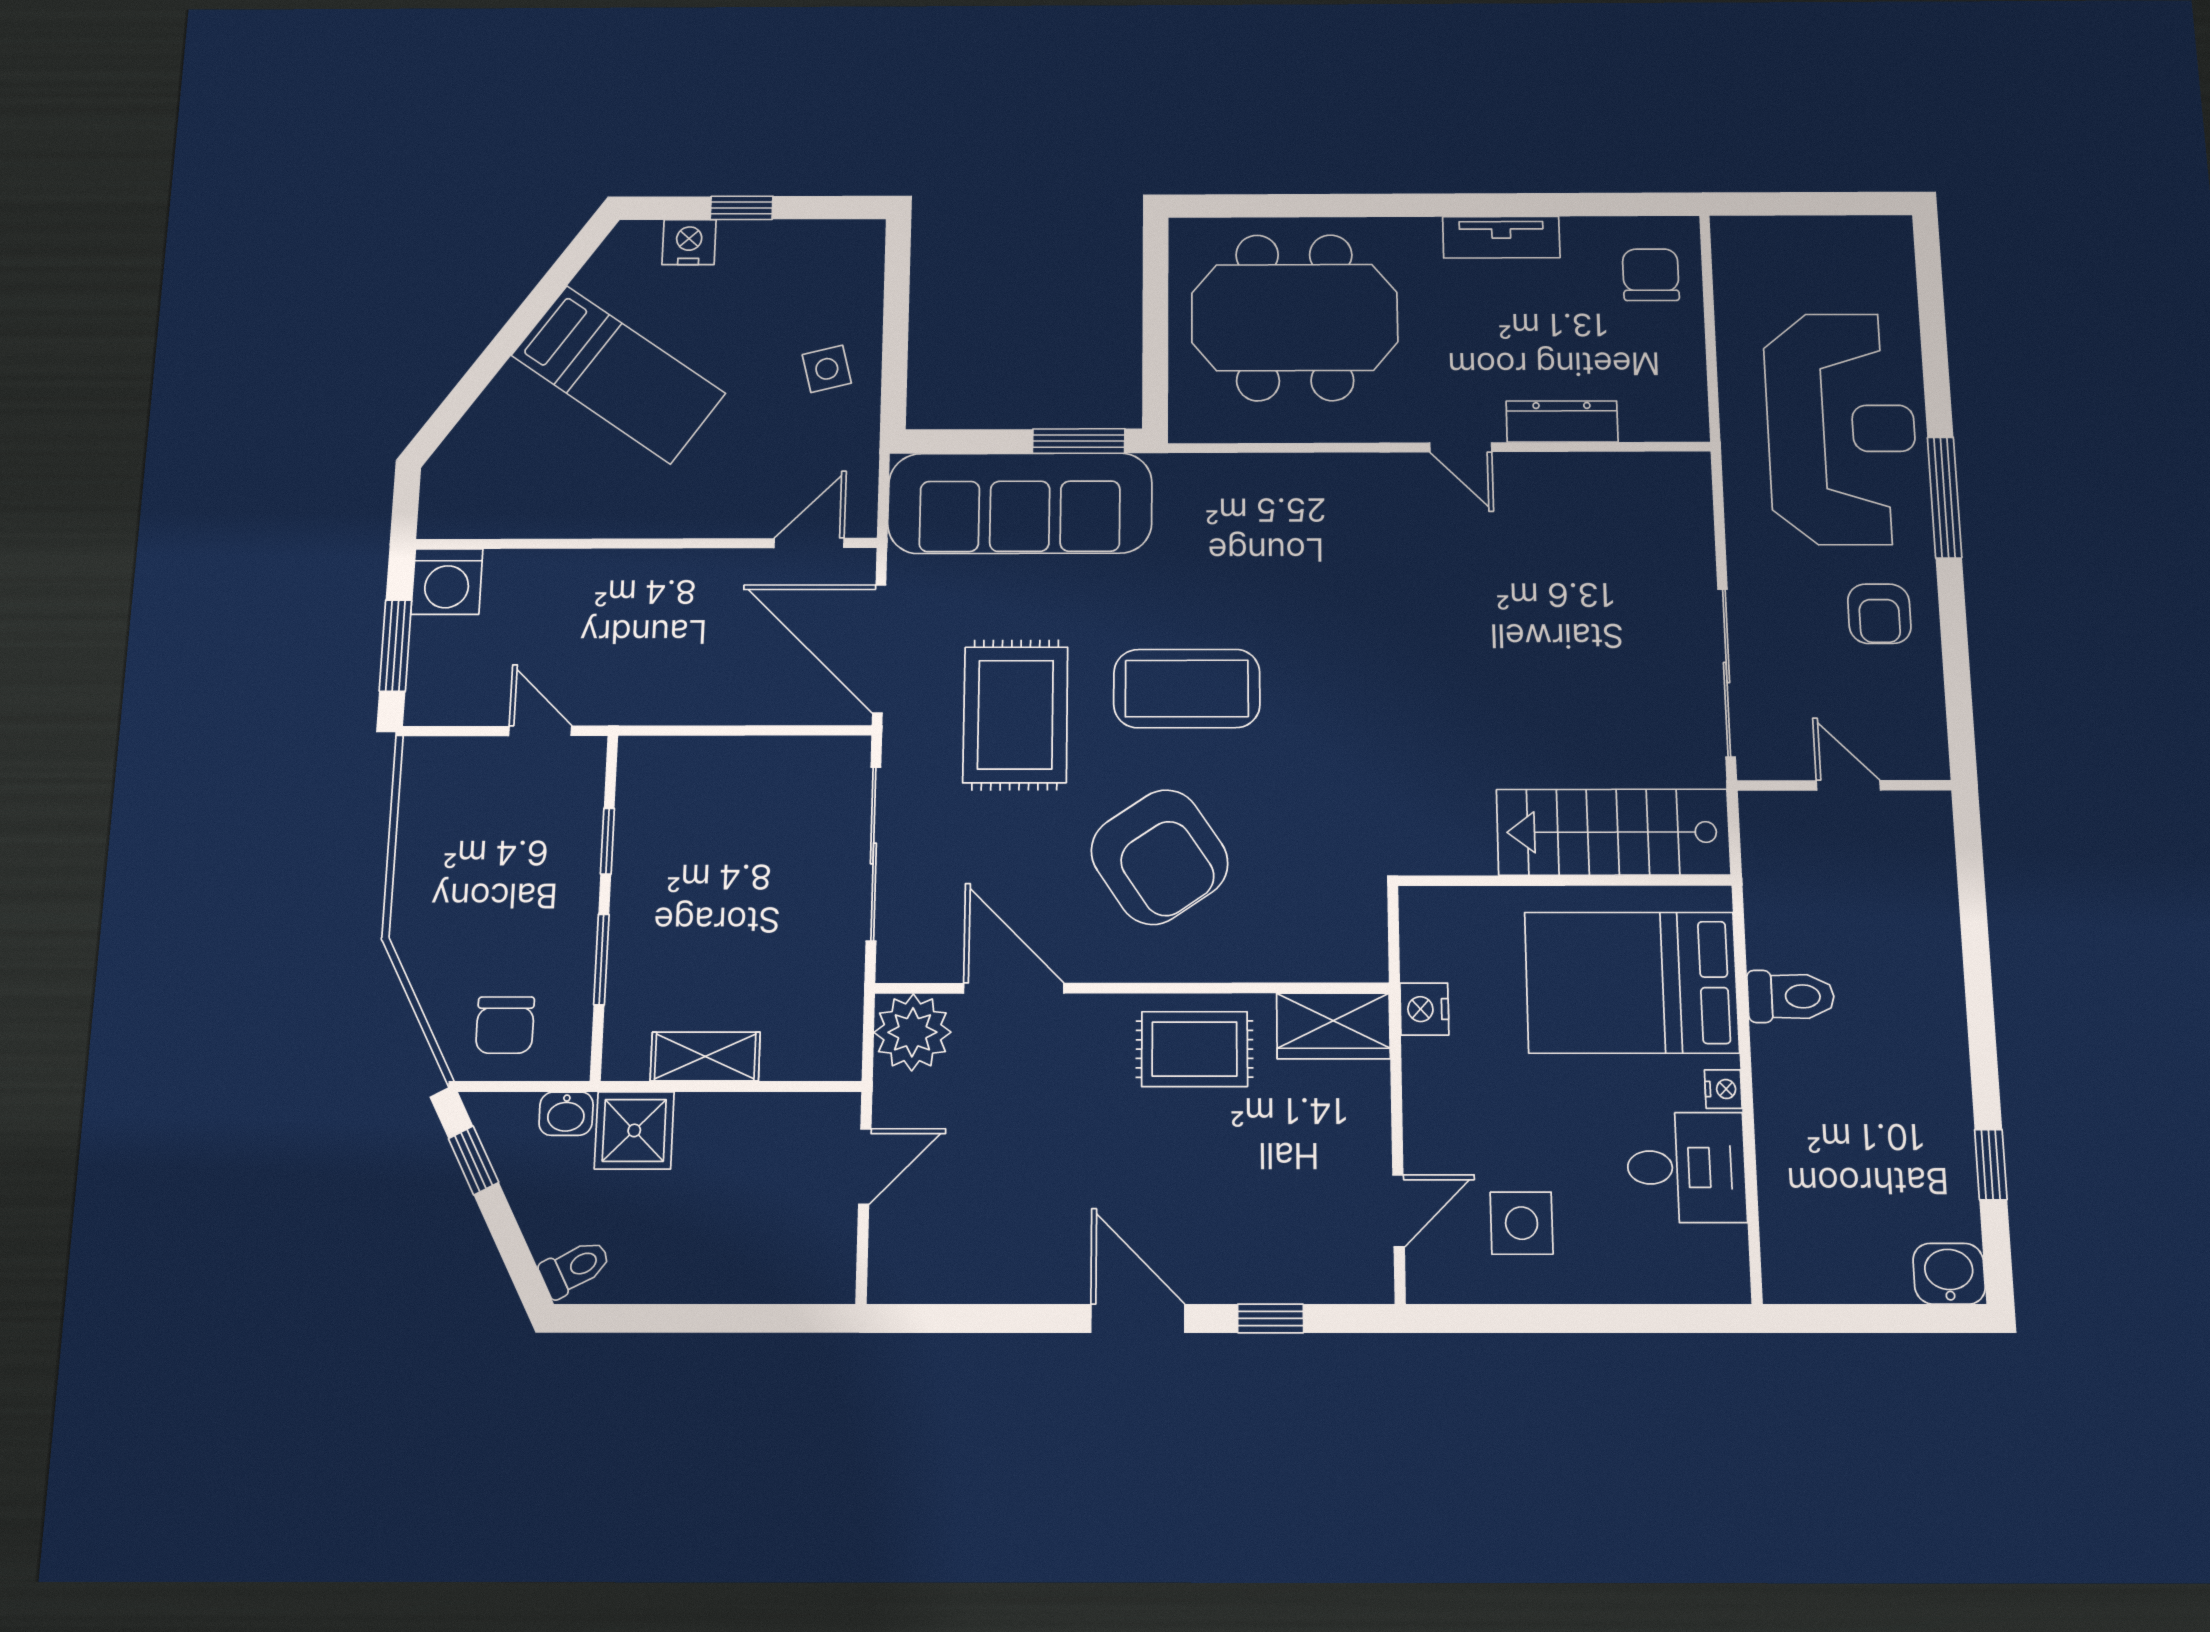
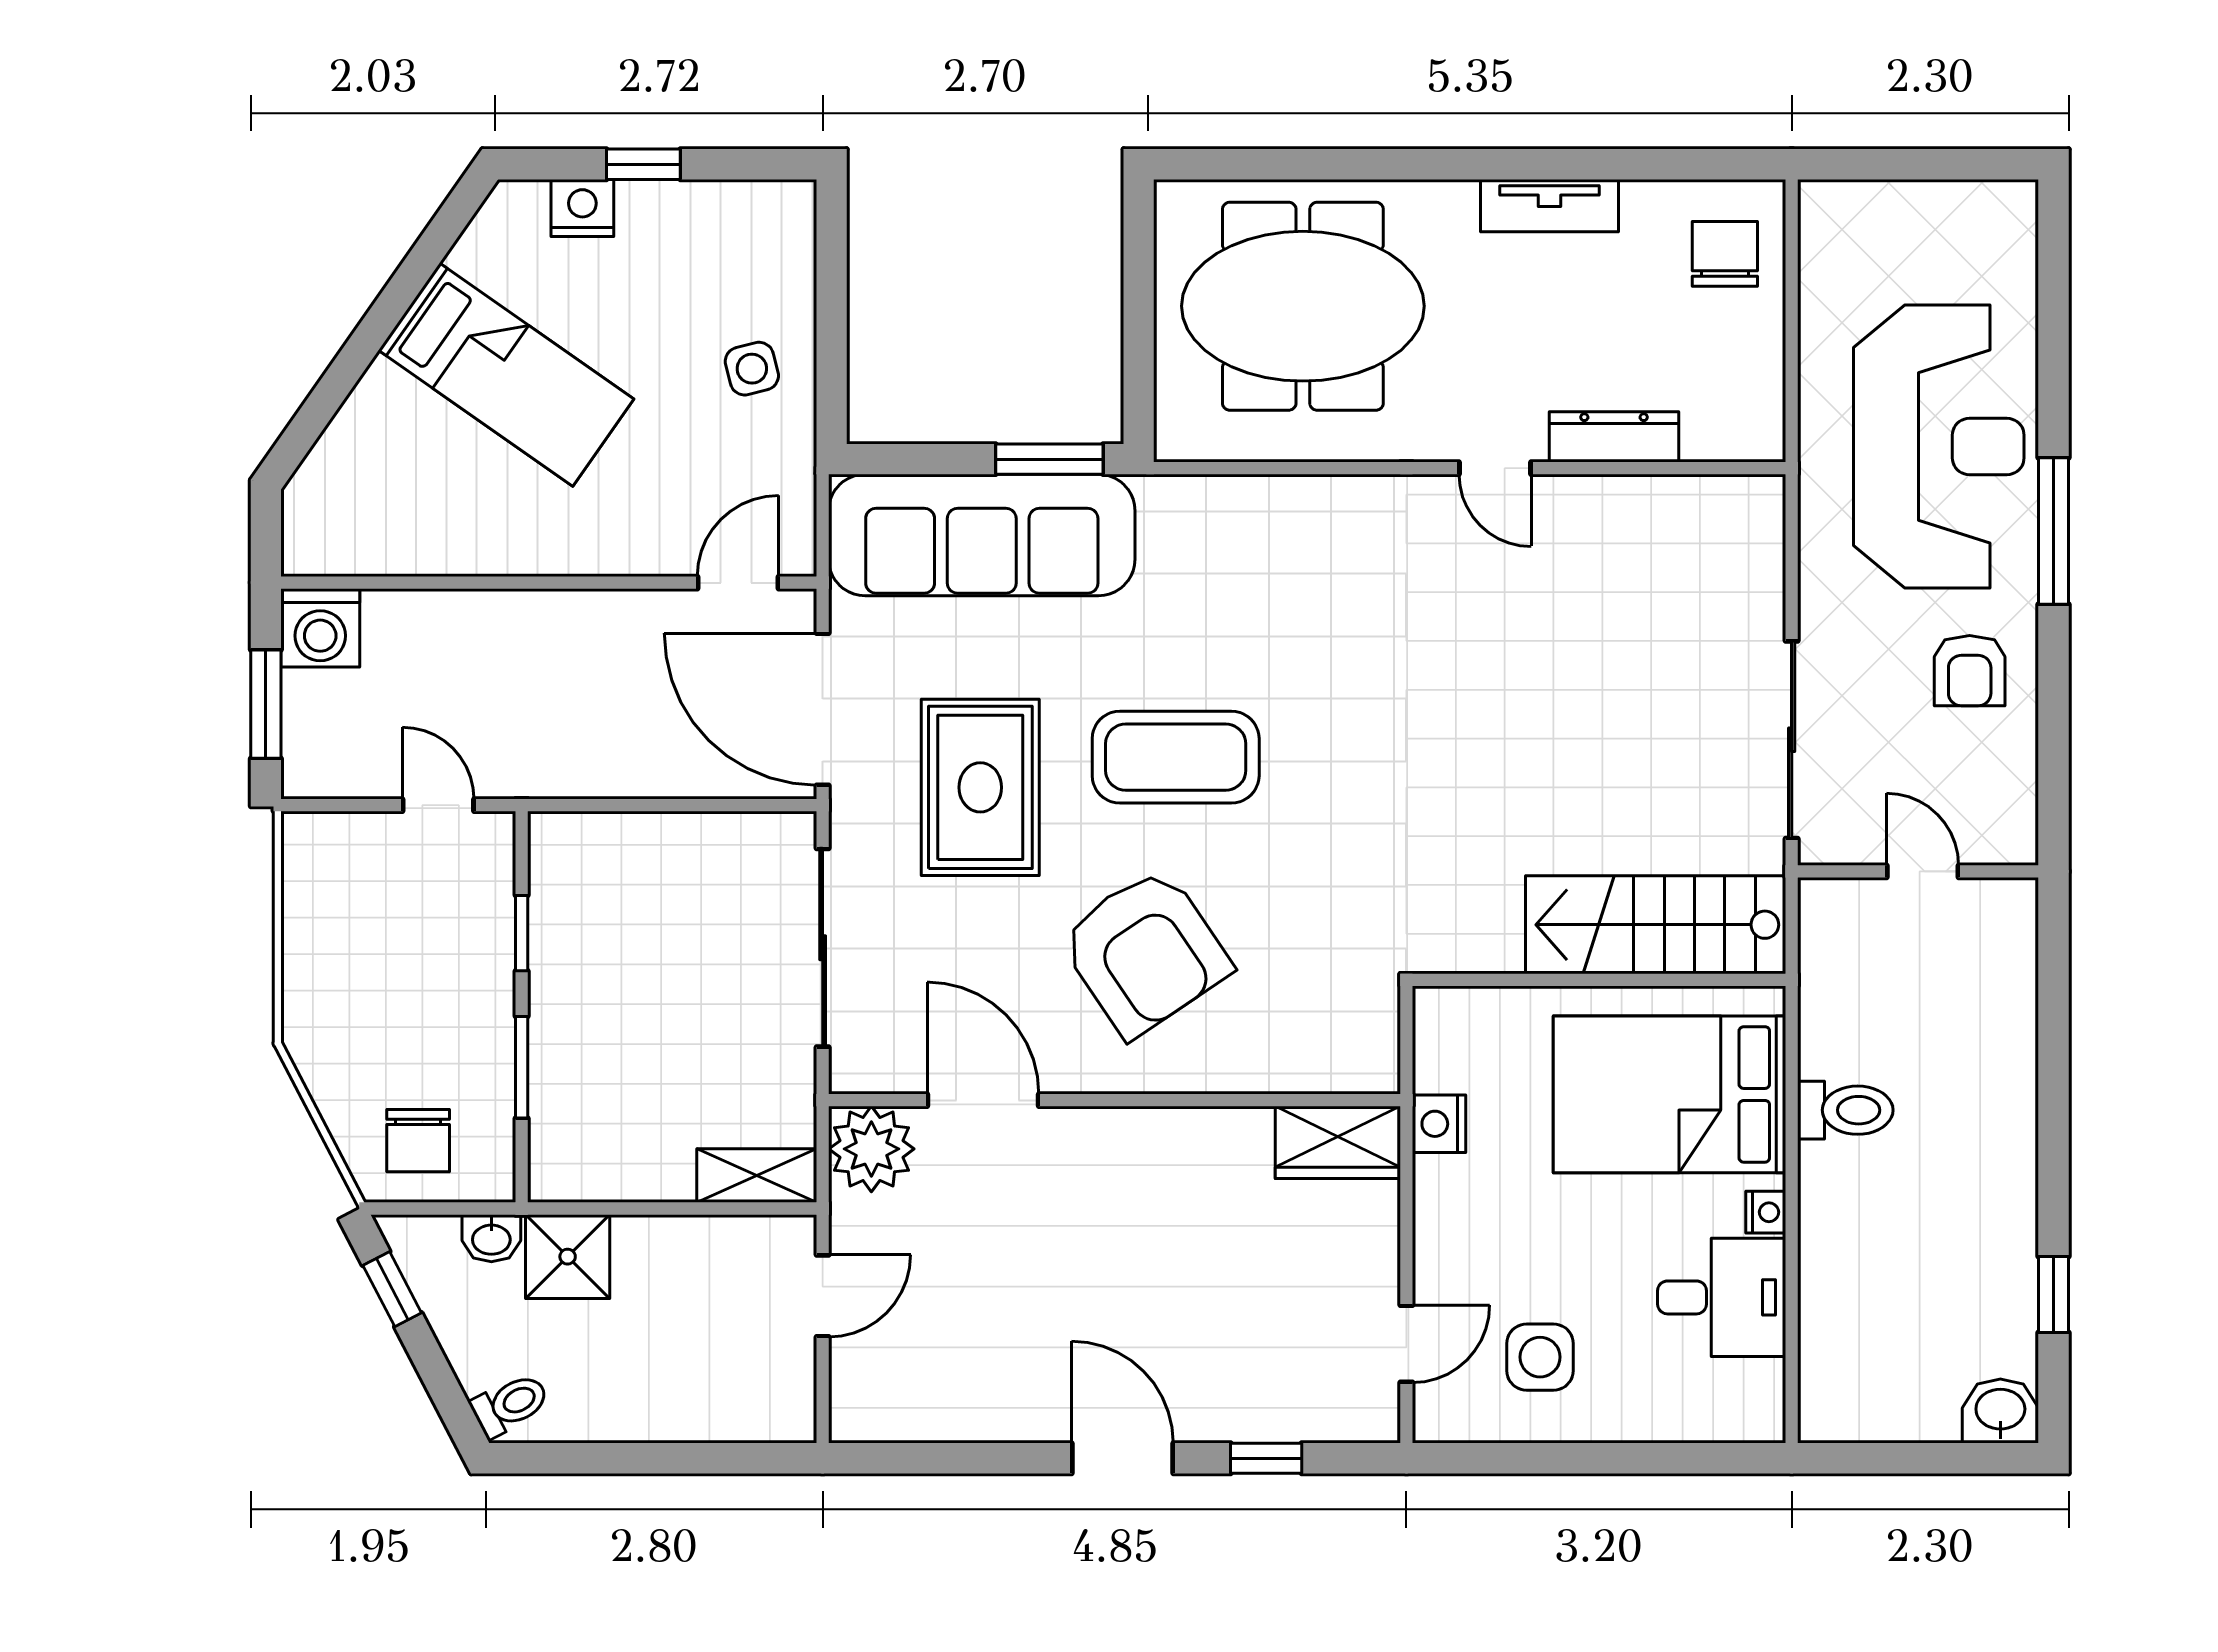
rug: (1194, 1049) -> (1184, 1168), removed
shelving: (705, 1057) -> (757, 1176), moved

